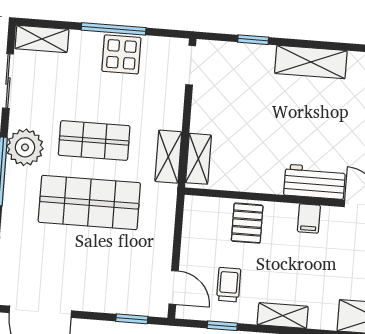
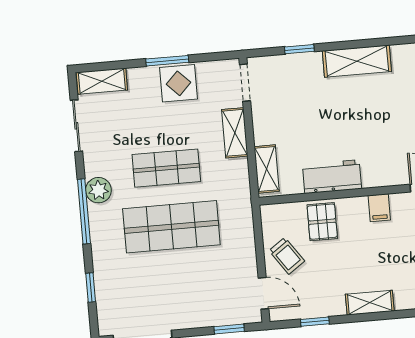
window: (114, 29) -> (167, 61), width x0.69
plant: (25, 147) -> (98, 190), width x0.73, depth x0.73
shelving: (168, 157) -> (235, 133), moved
workbench: (314, 182) -> (332, 177), moved
trolley: (229, 285) -> (287, 256), moved, turned 145

